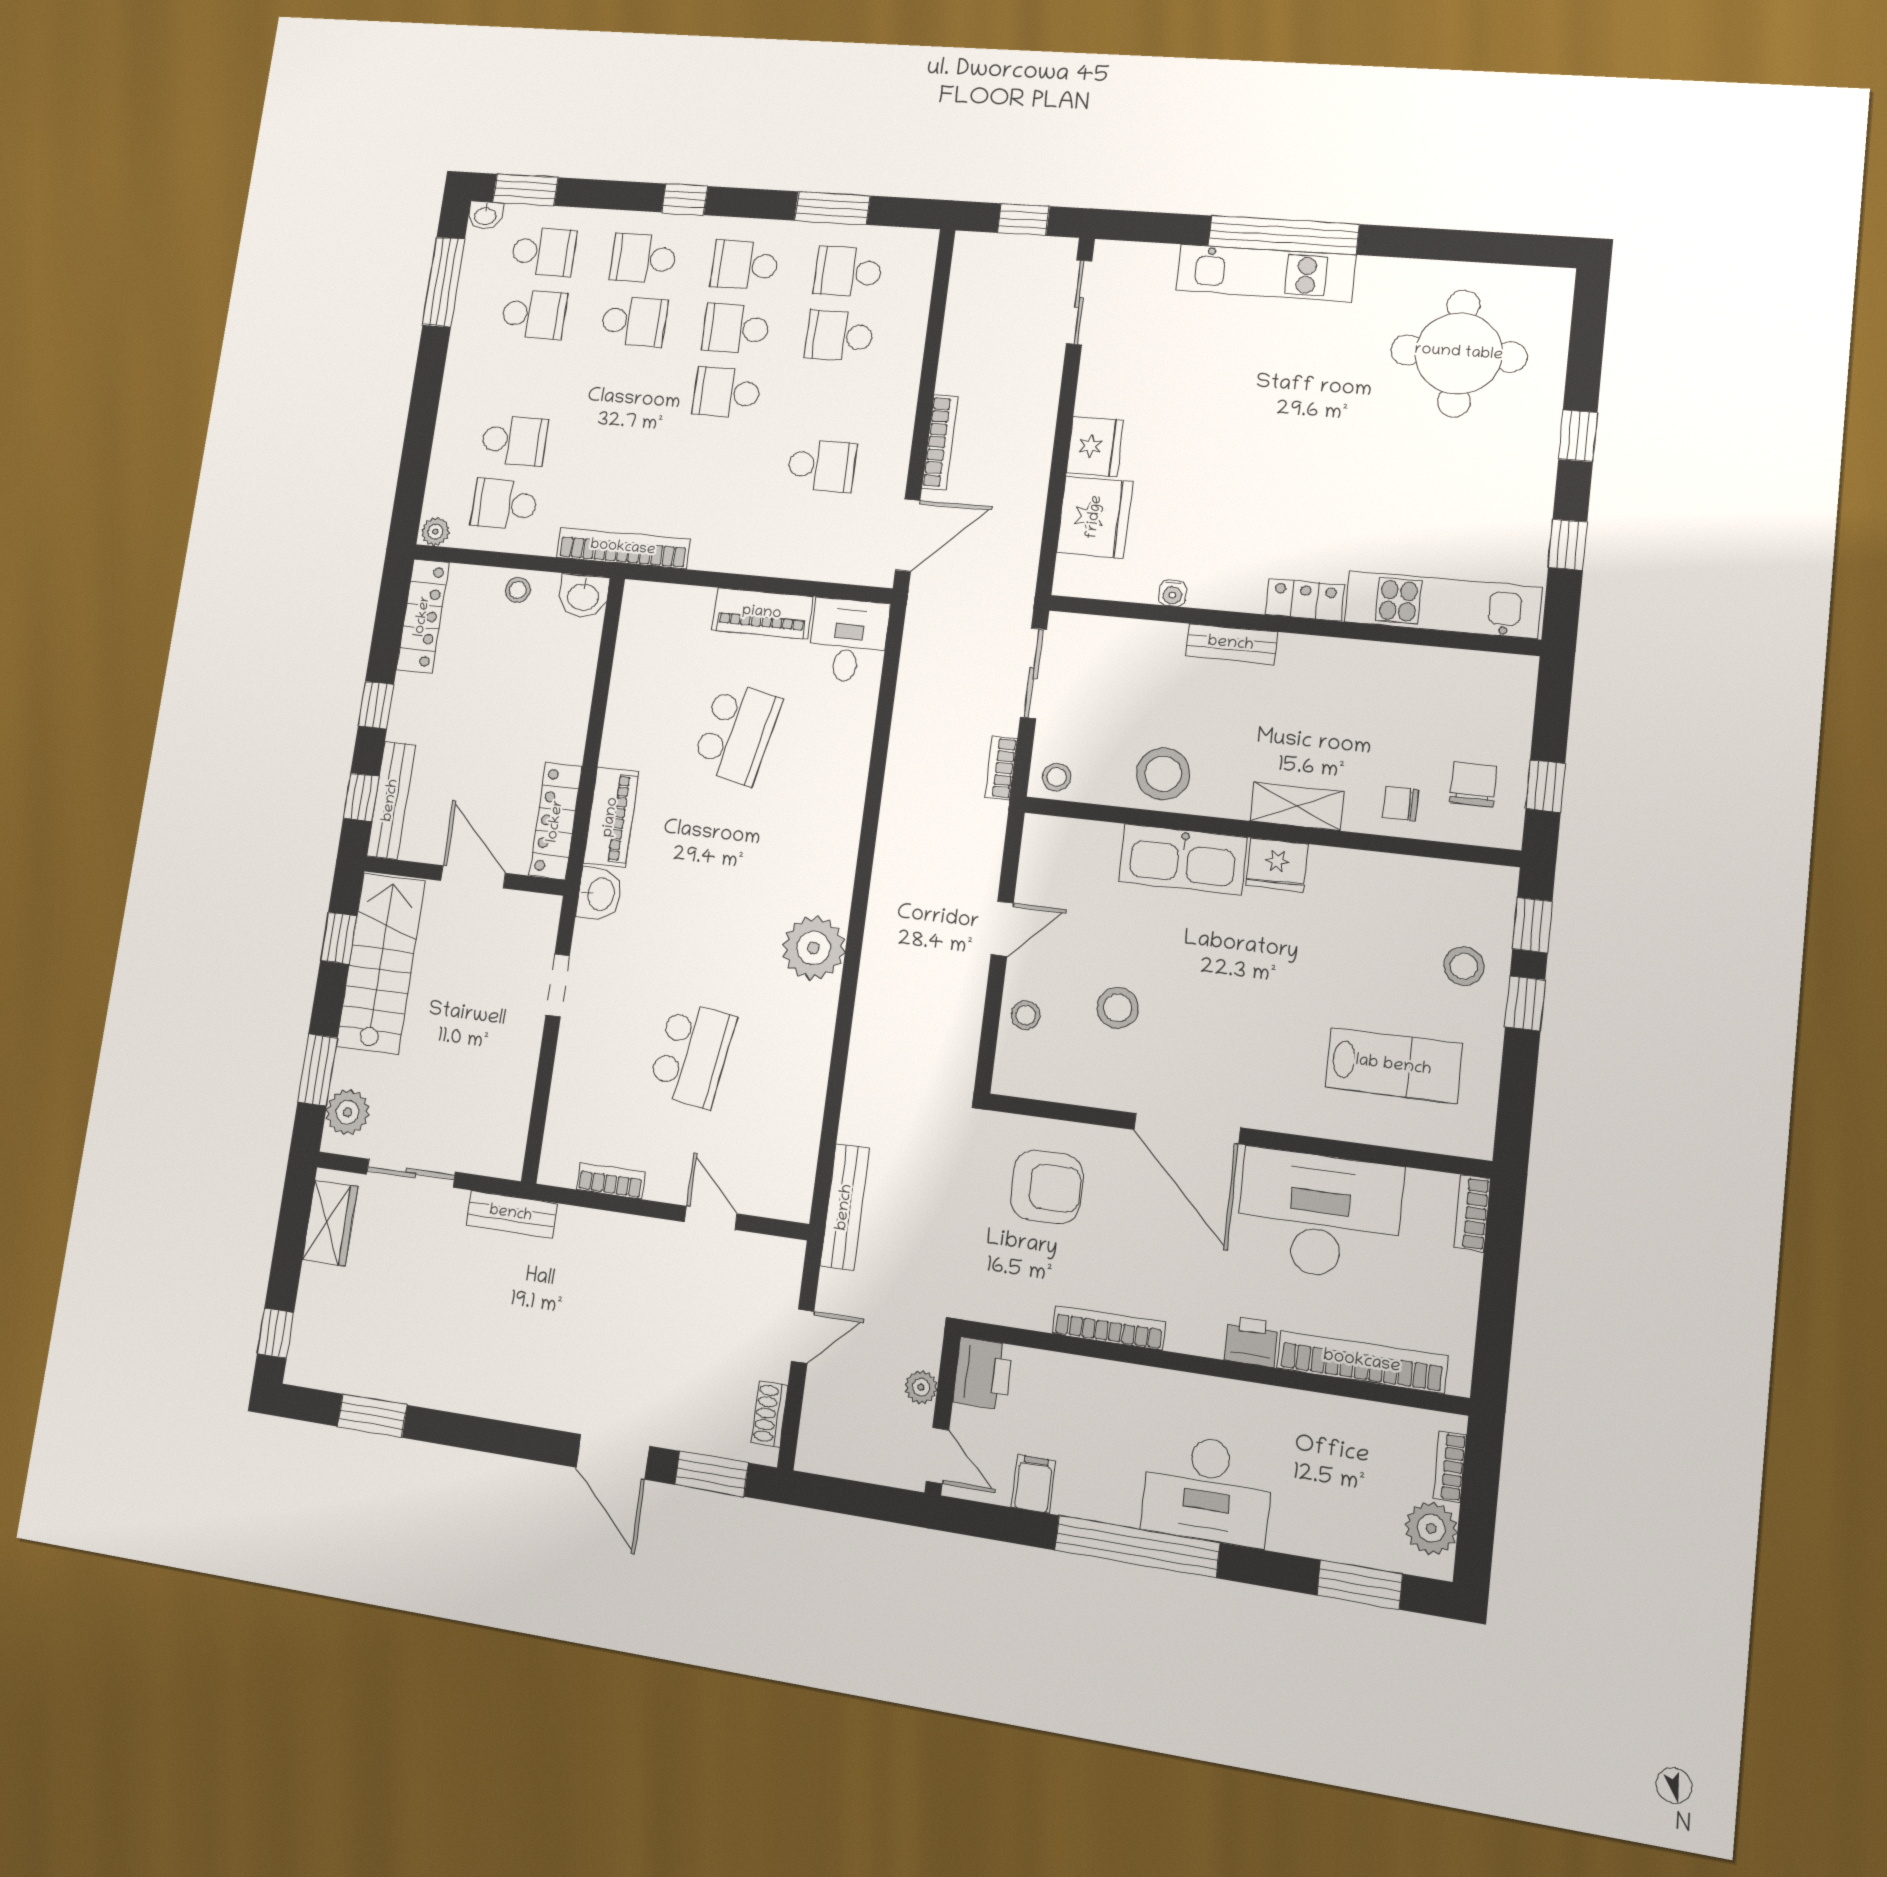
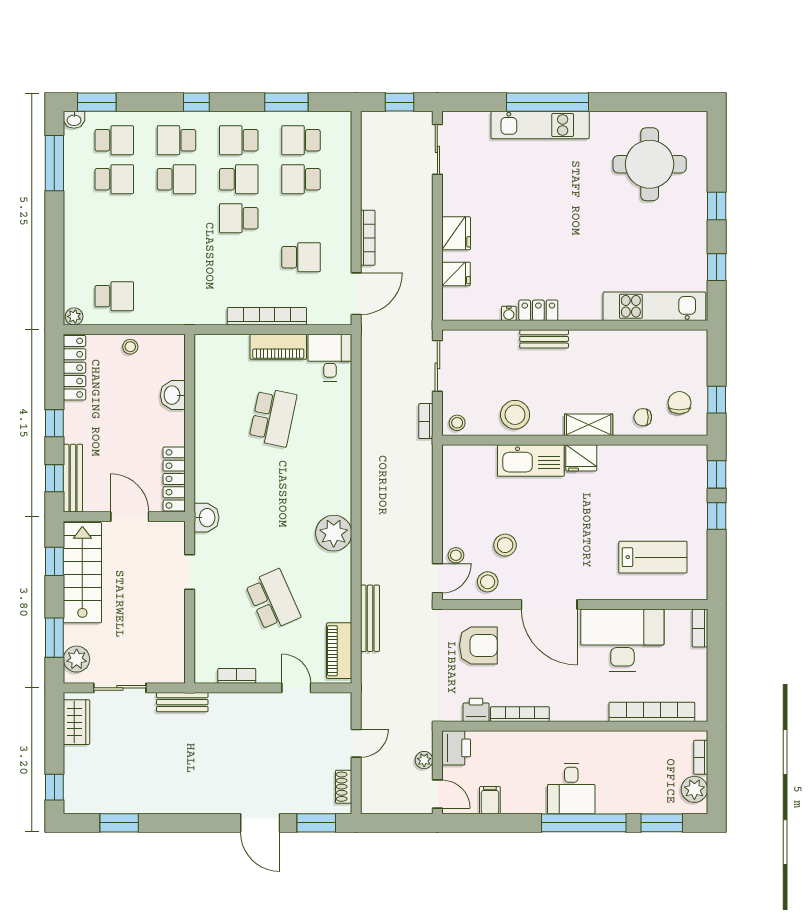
school desk: (736, 328) -> (239, 179), turned 180
school desk: (514, 440) -> (114, 257), removed
school desk: (505, 504) -> (114, 296), turned 180
fridge: (1095, 517) -> (456, 274), width x0.53, depth x0.75
bookcase: (623, 548) -> (267, 316), moved
washbasin: (583, 596) -> (173, 395), moved, turned 90
locker: (1305, 600) -> (538, 310), moved
piano: (611, 817) -> (339, 651), moved, turned 180
door: (1002, 929) -> (437, 578), moved
stool: (1464, 966) -> (488, 582), moved
school desk: (692, 1054) -> (273, 600), turned -33
bench: (845, 1207) -> (370, 618), moved
printer: (1251, 1341) -> (476, 710), moved
desk: (1207, 1490) -> (571, 788), width x0.73
window: (1137, 1547) -> (584, 823), moved

